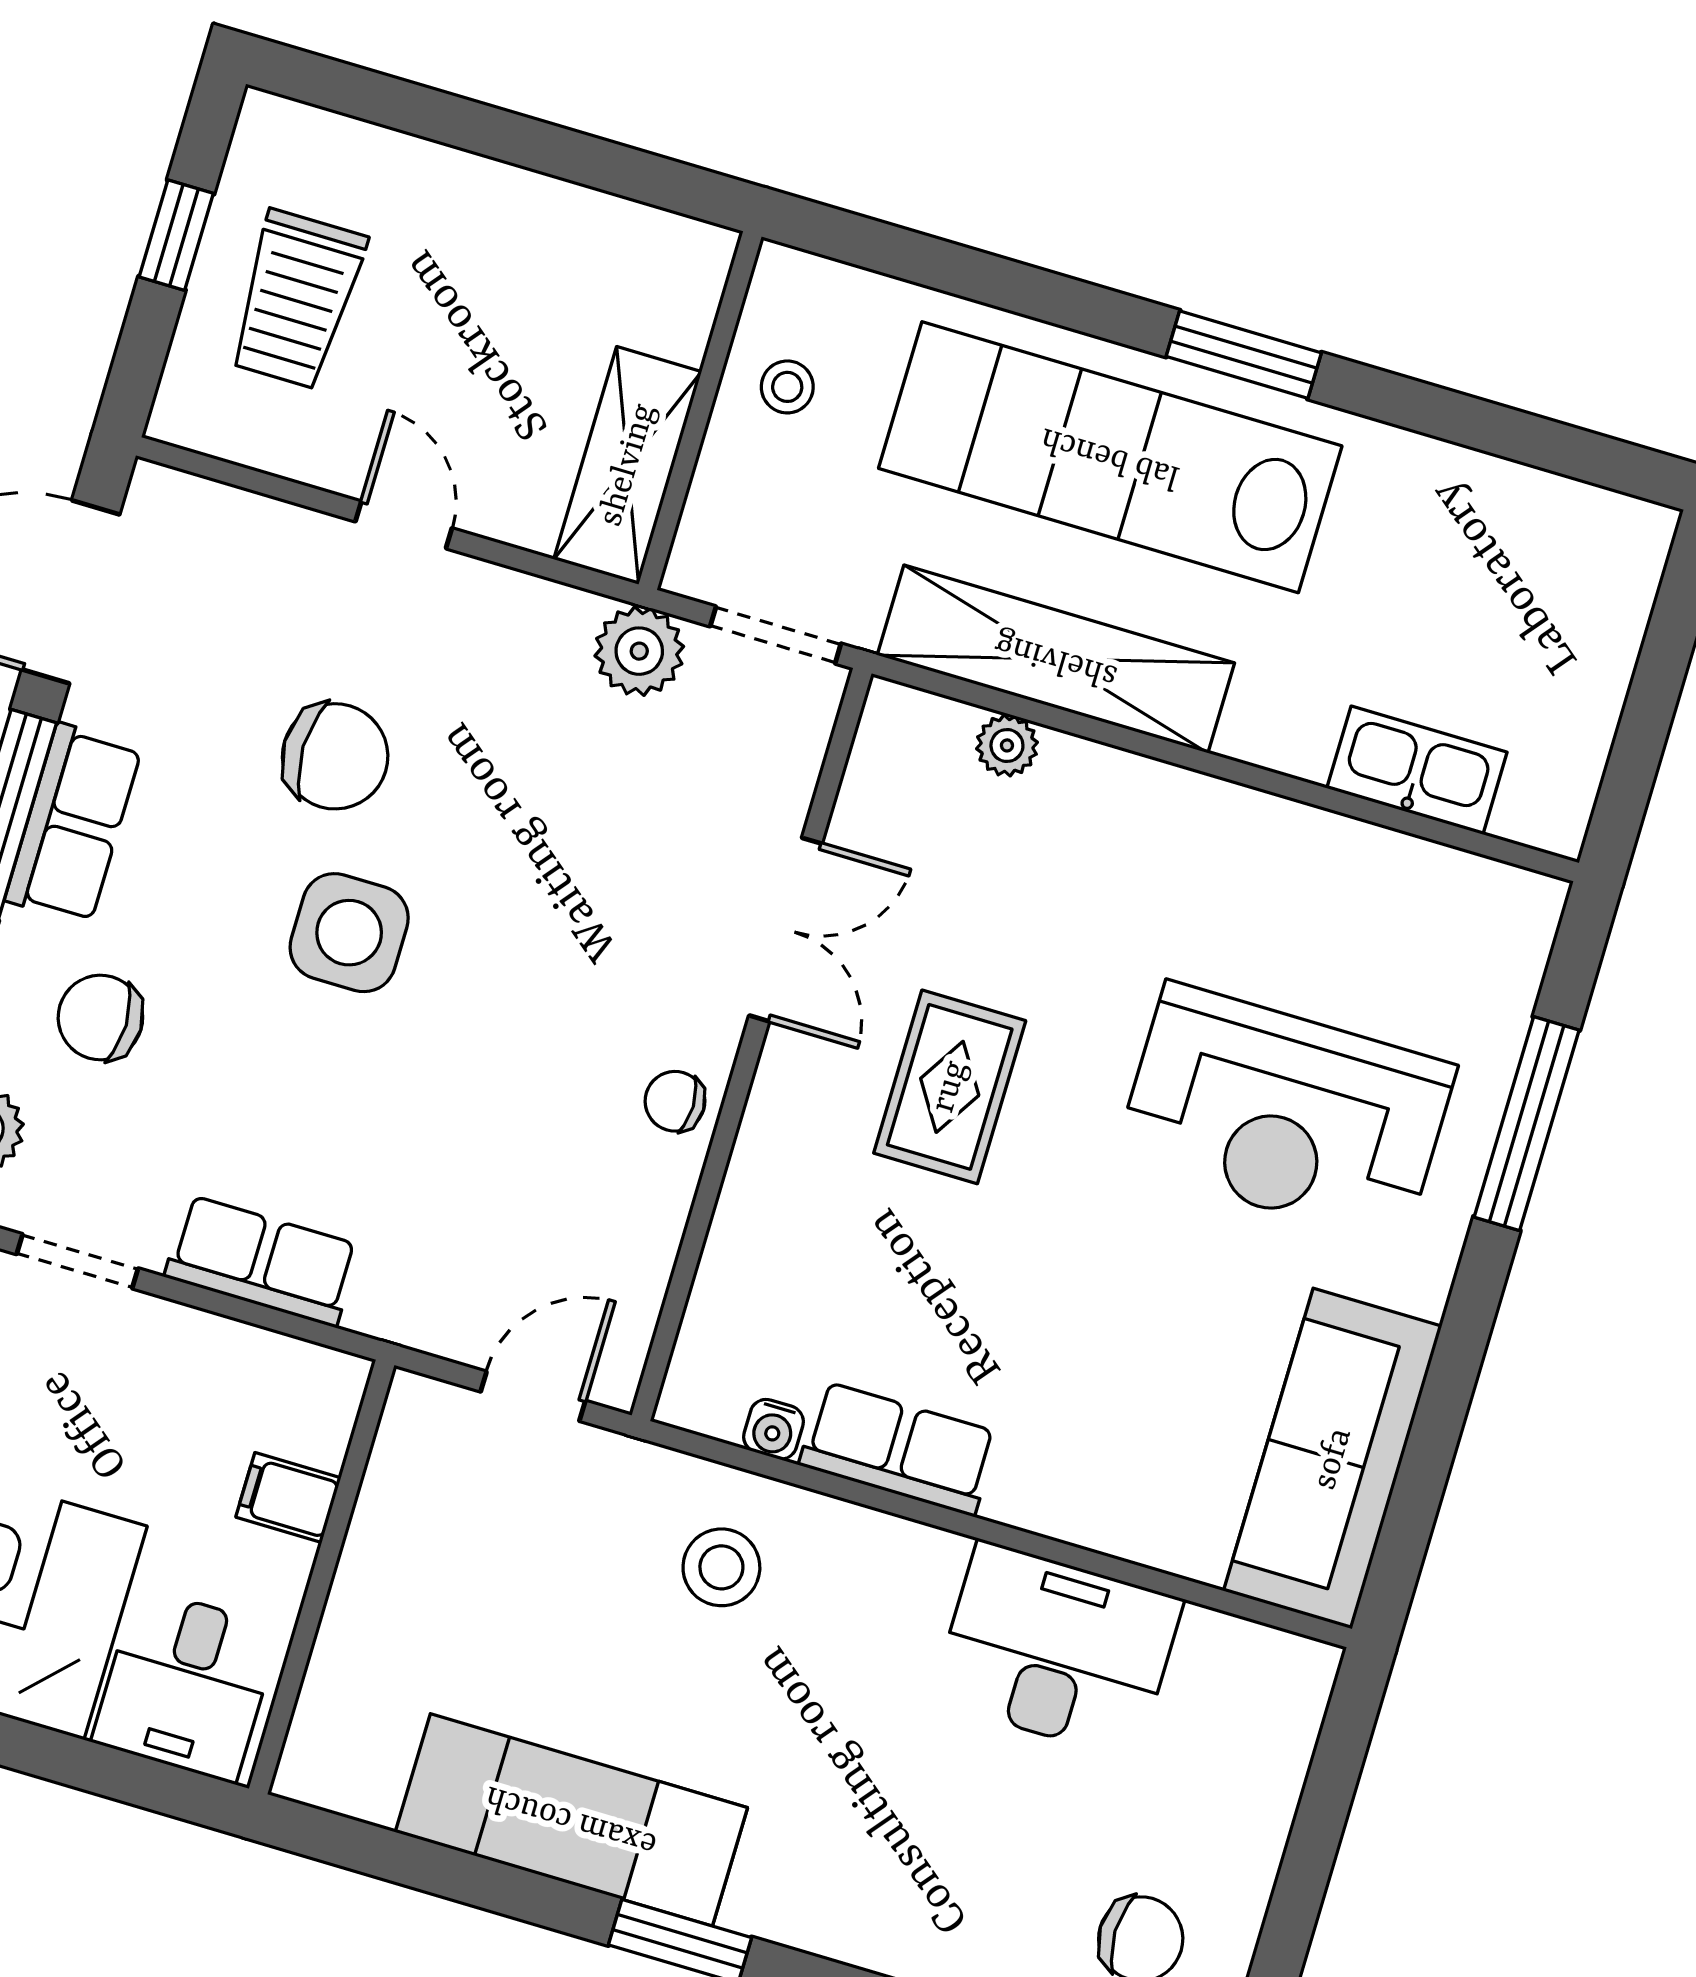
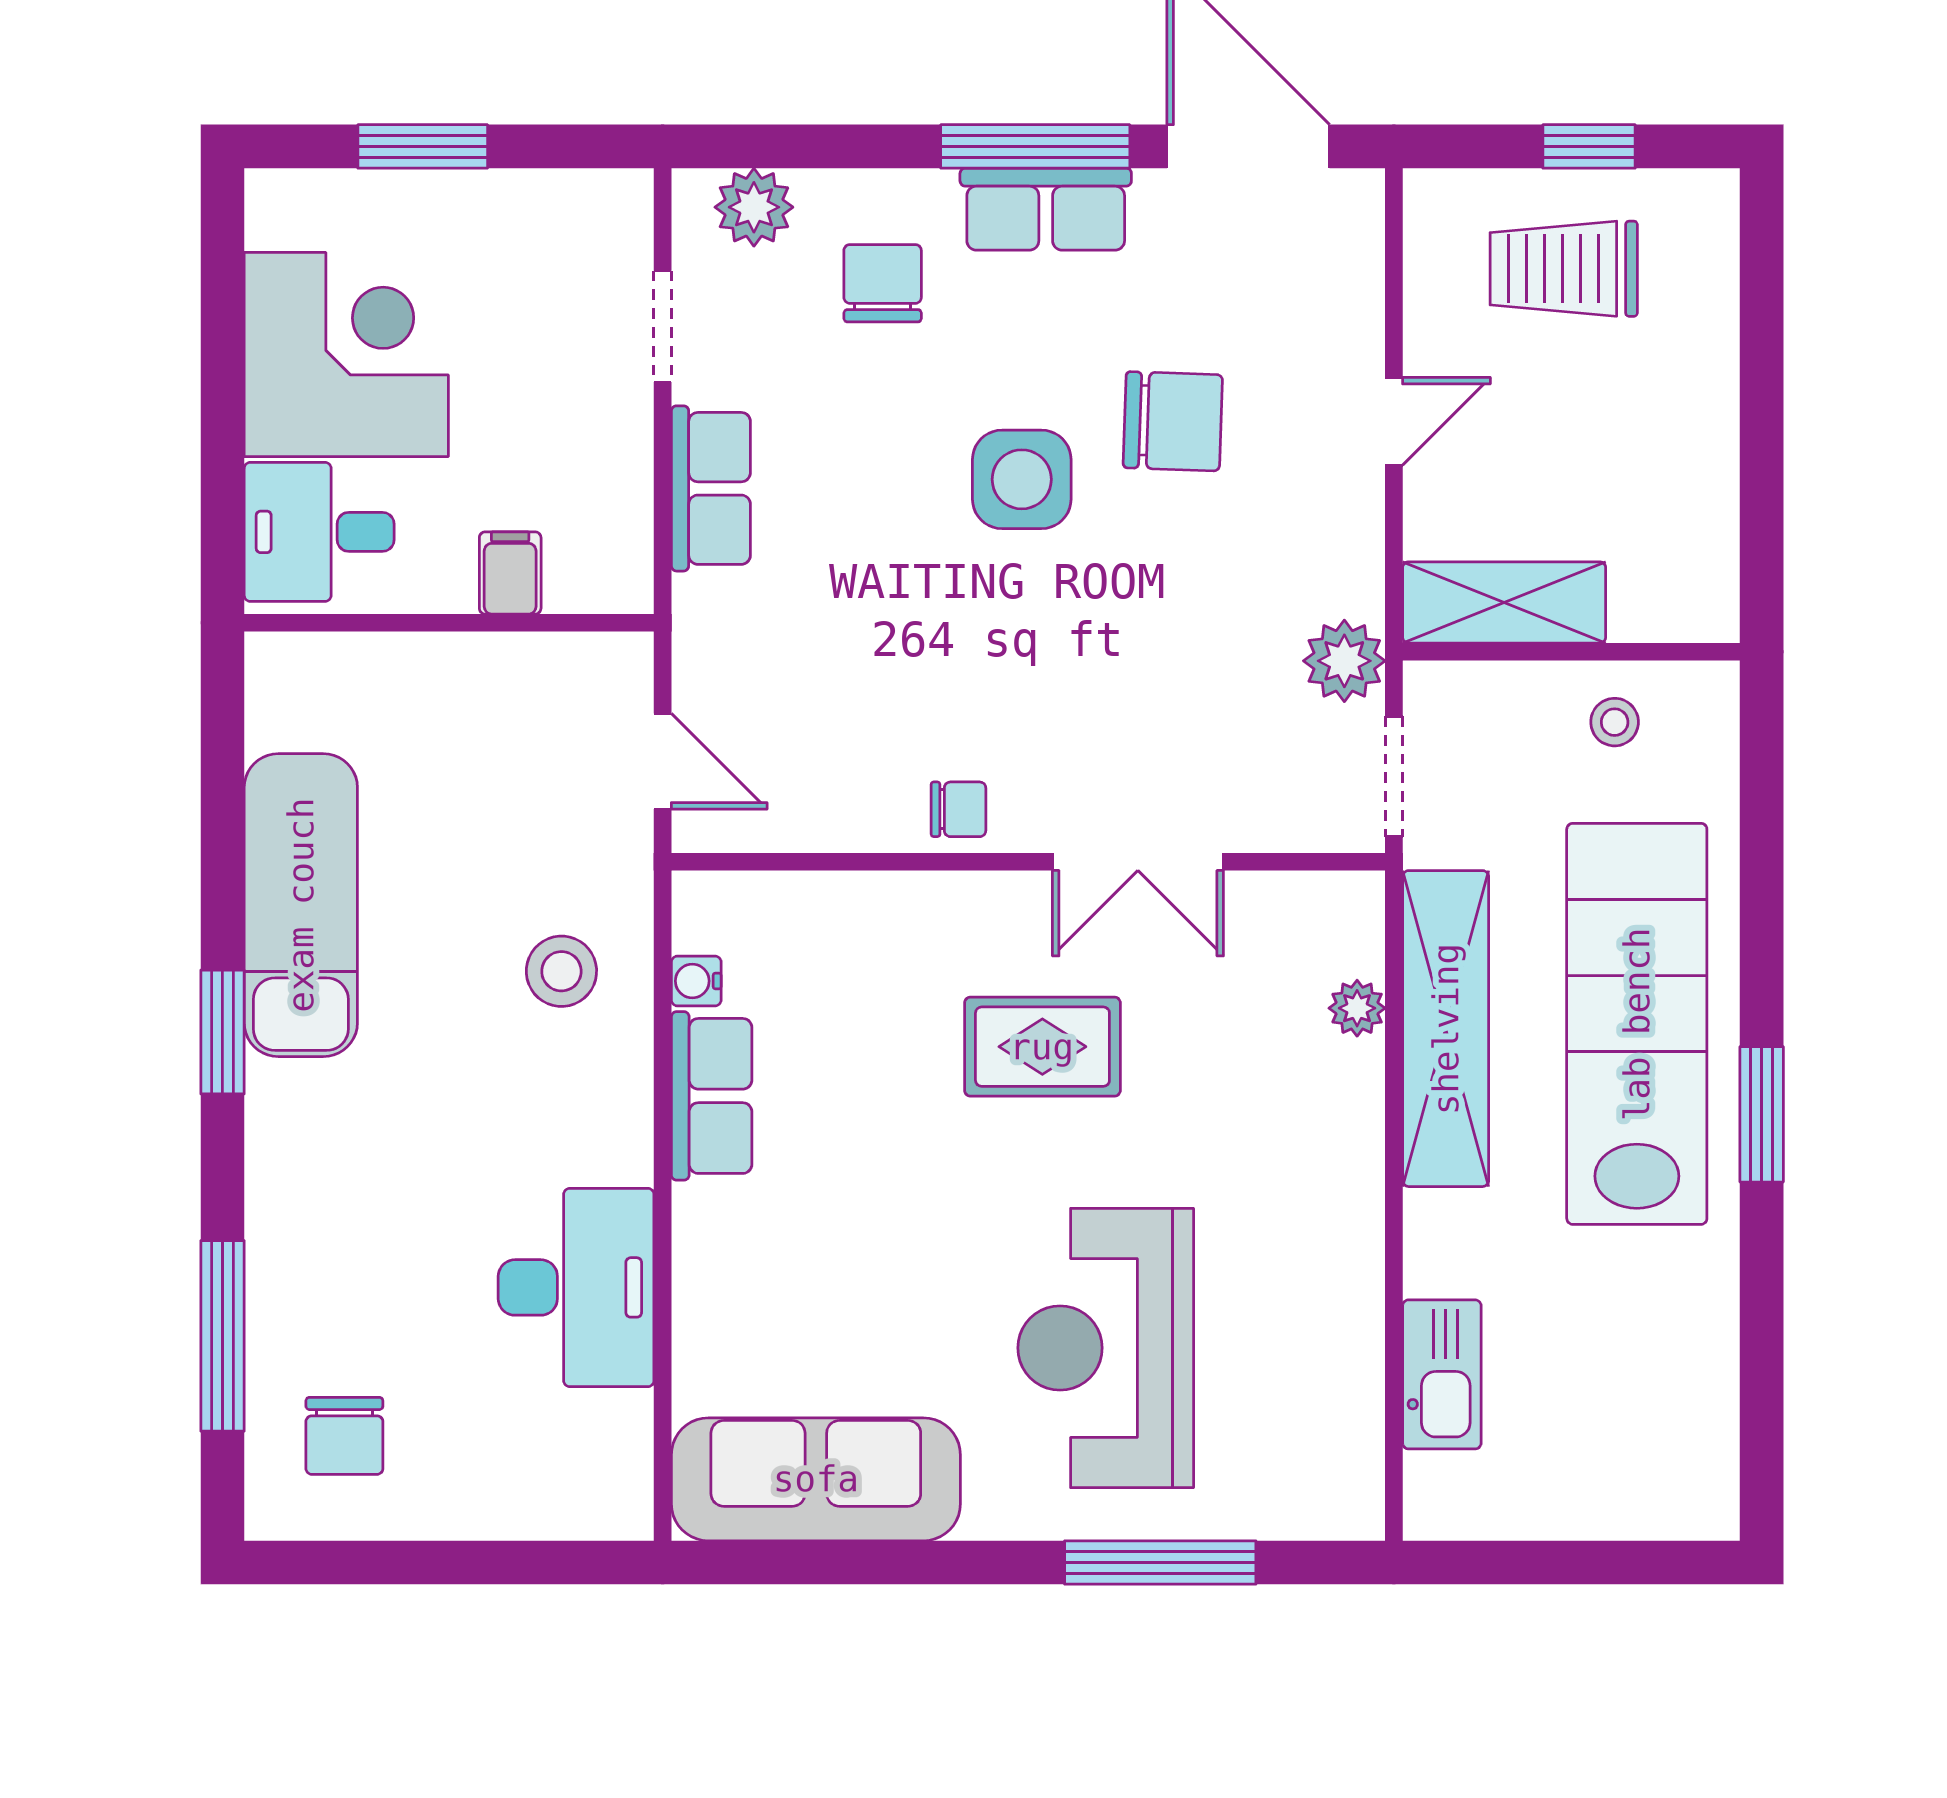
chair: (335, 756) -> (1173, 421), turned -88
chair: (675, 1101) -> (959, 809), turned 90

